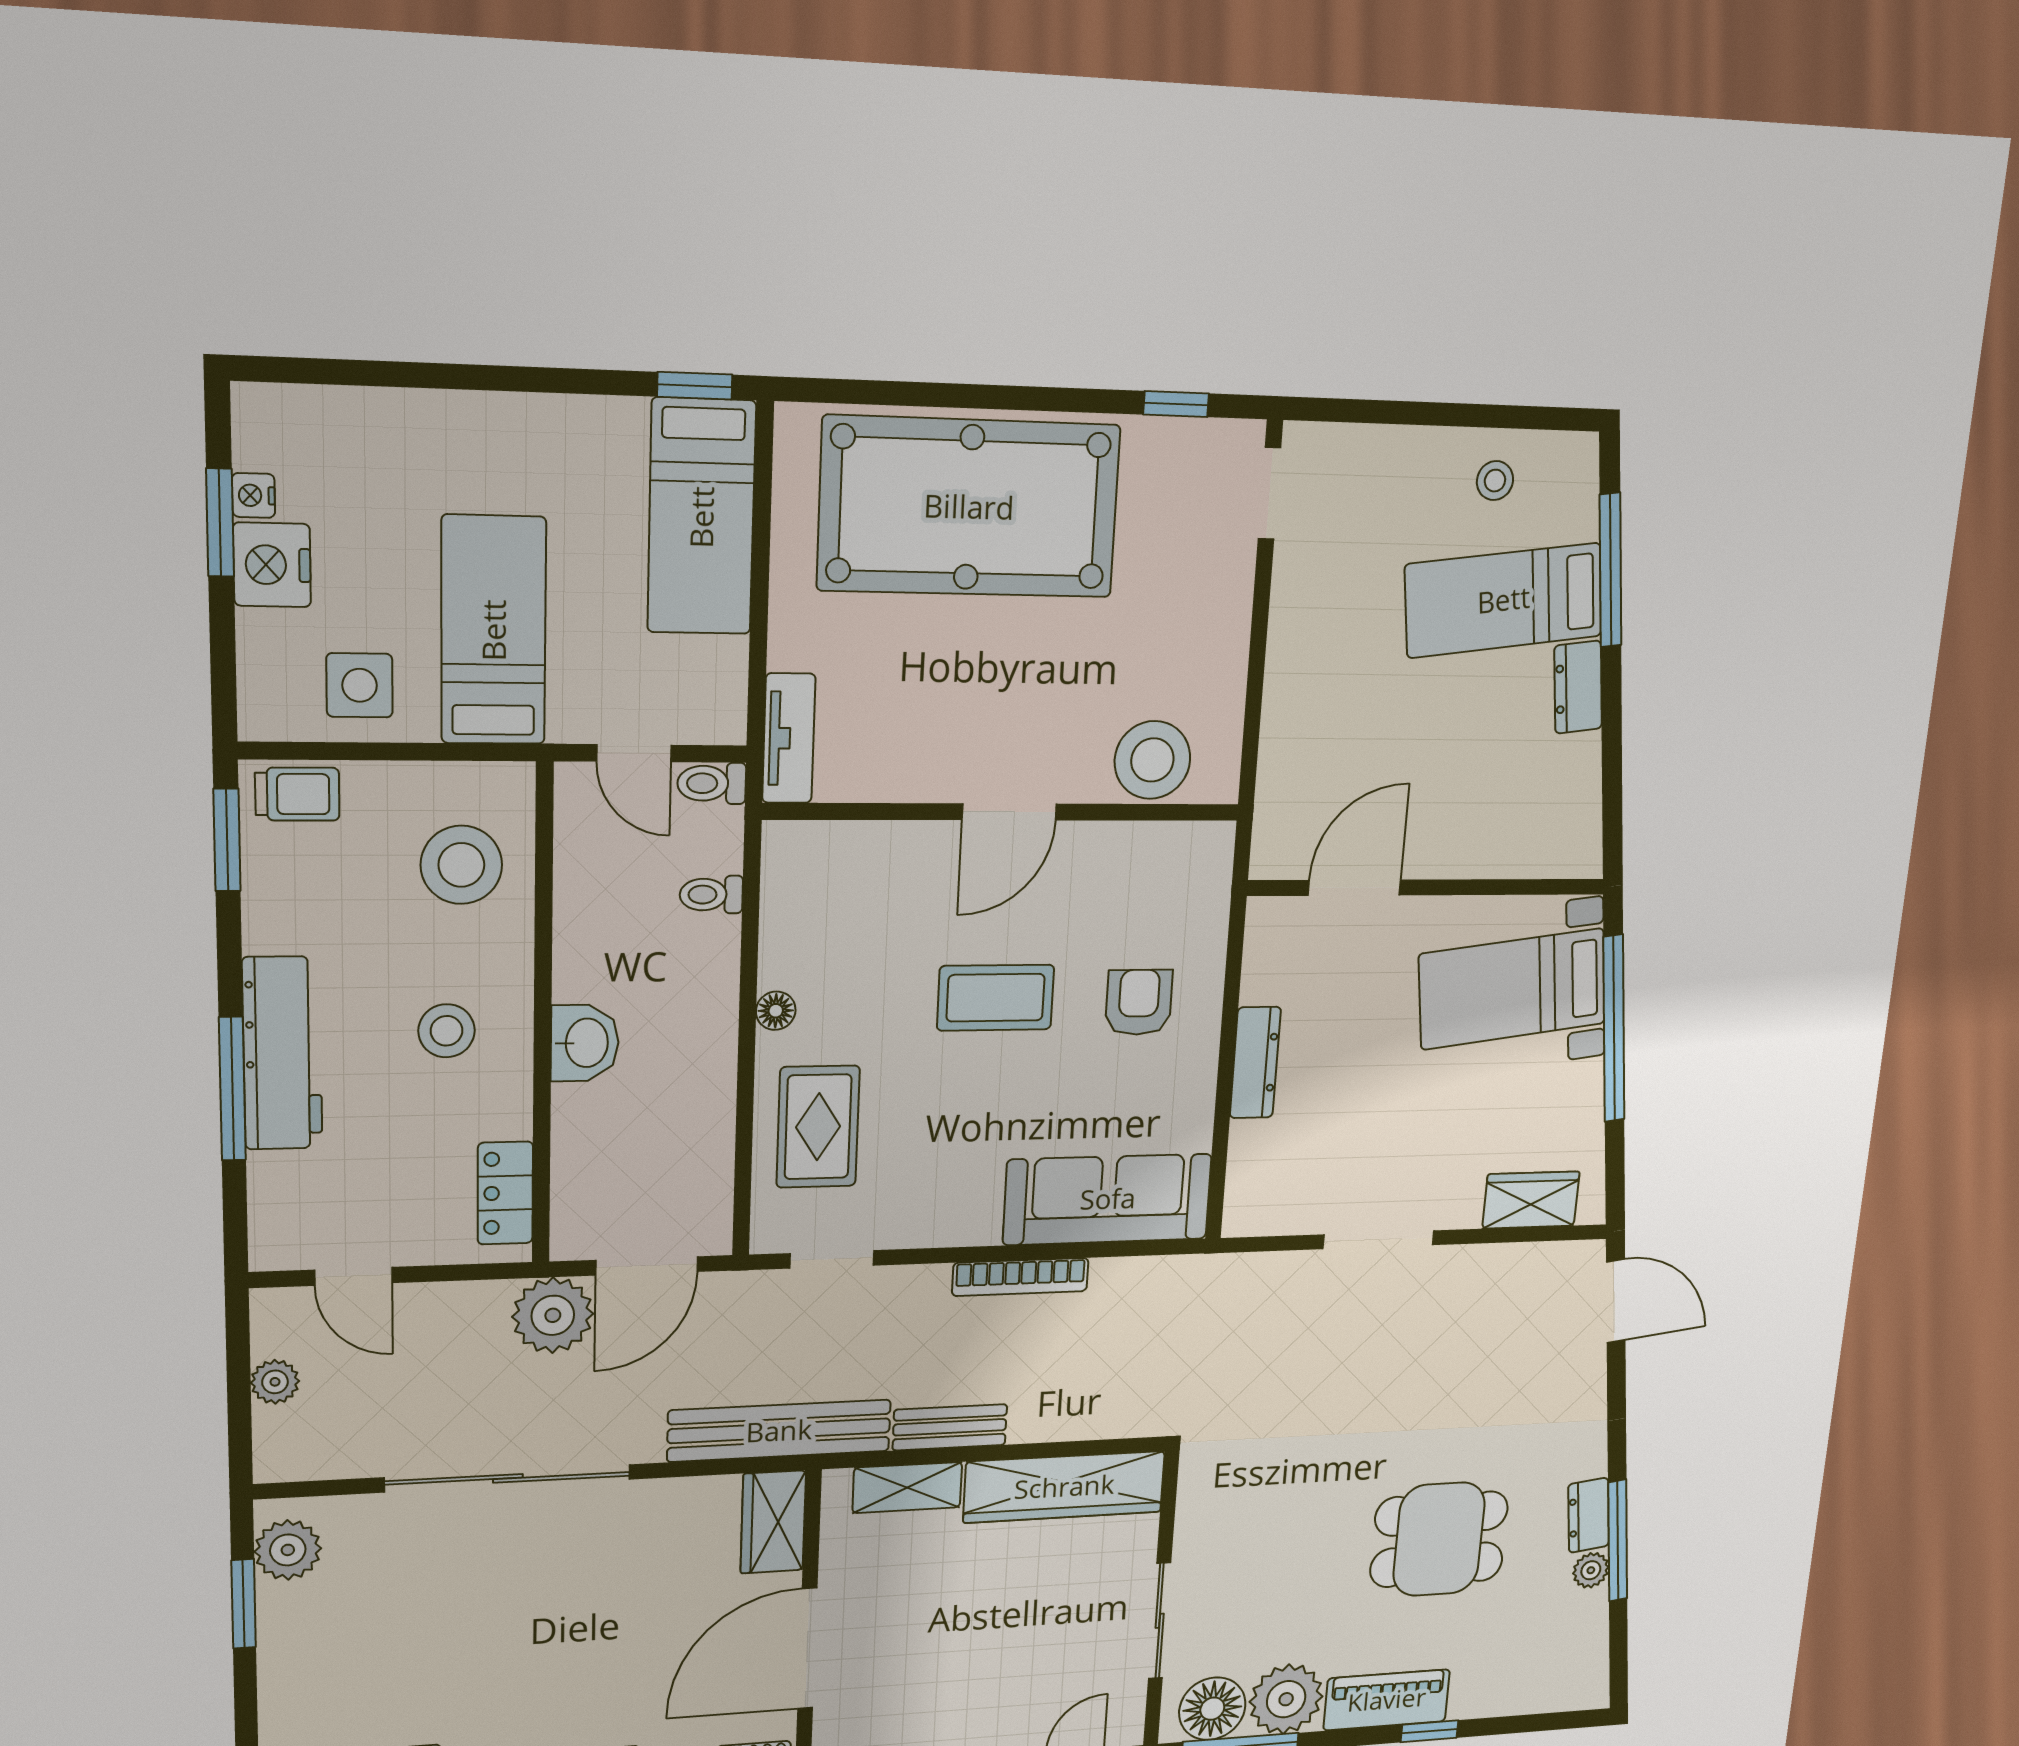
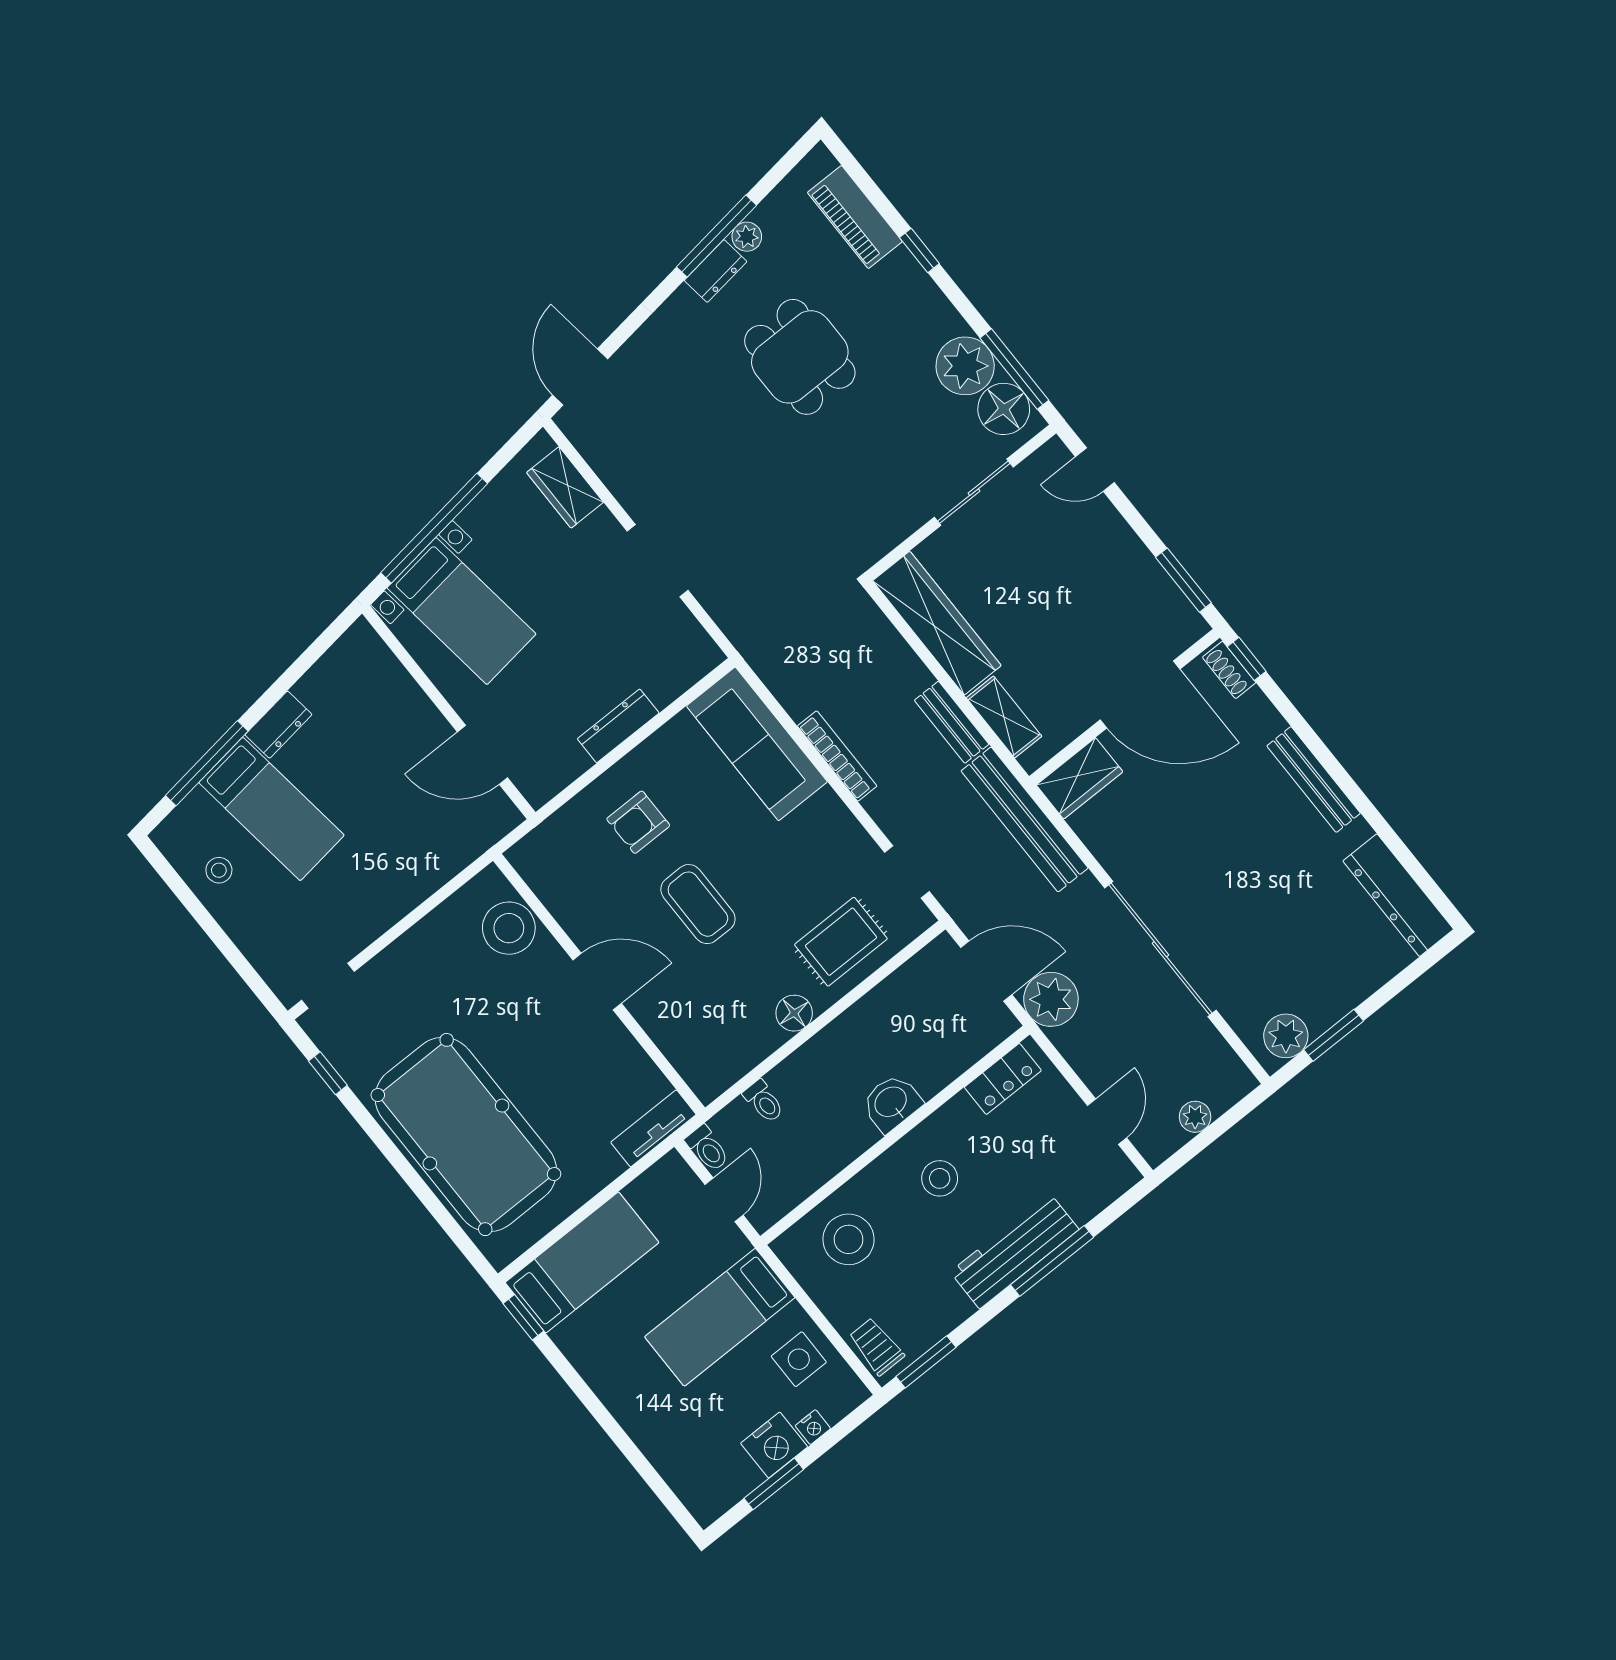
nightstand: (253, 495) -> (813, 1427), moved
floor lamp: (776, 1011) -> (794, 1013), width x1.37, depth x1.37
piano: (1387, 1700) -> (855, 217), moved

